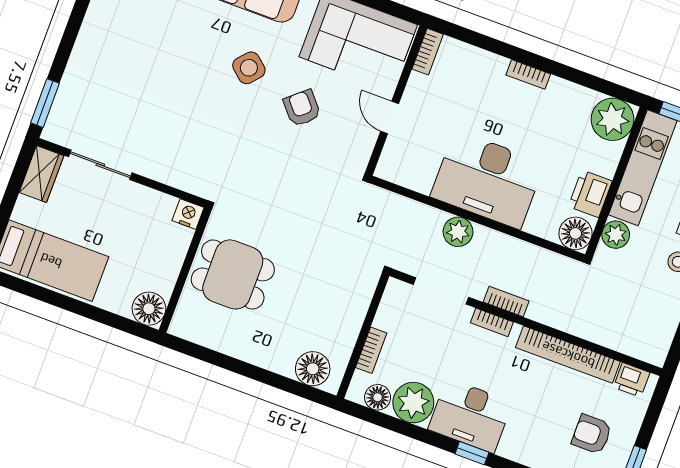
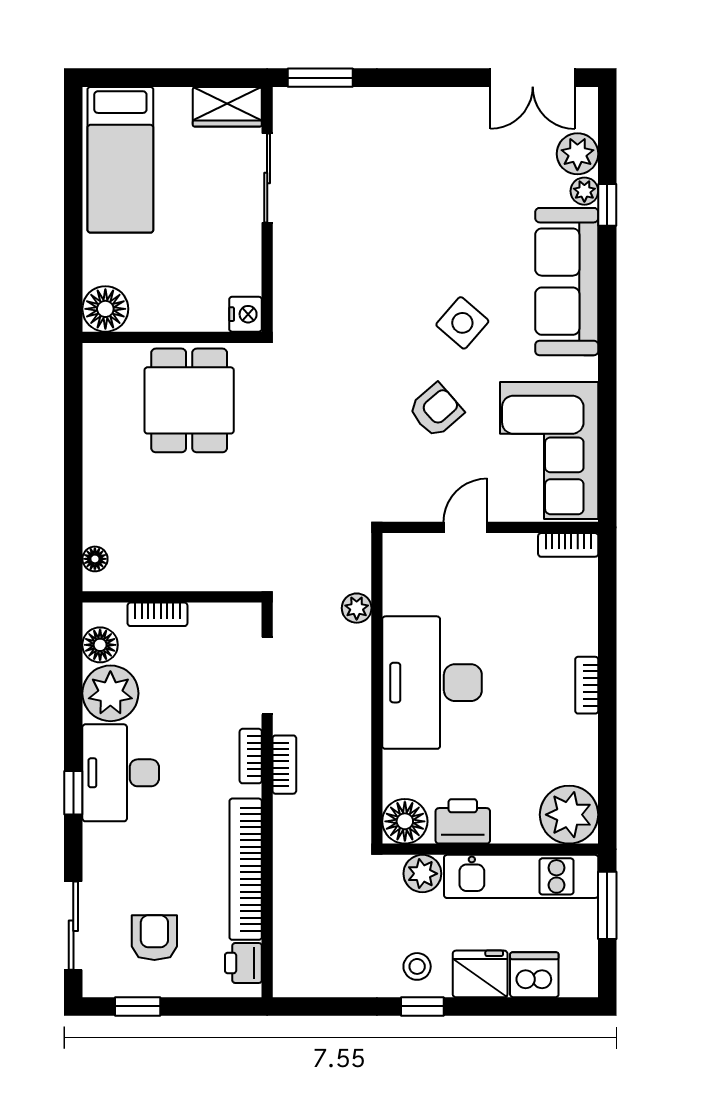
plant: (458, 232) -> (357, 608), moved, width x0.73, depth x0.73
floor lamp: (313, 369) -> (95, 559), width x0.53, depth x0.53

